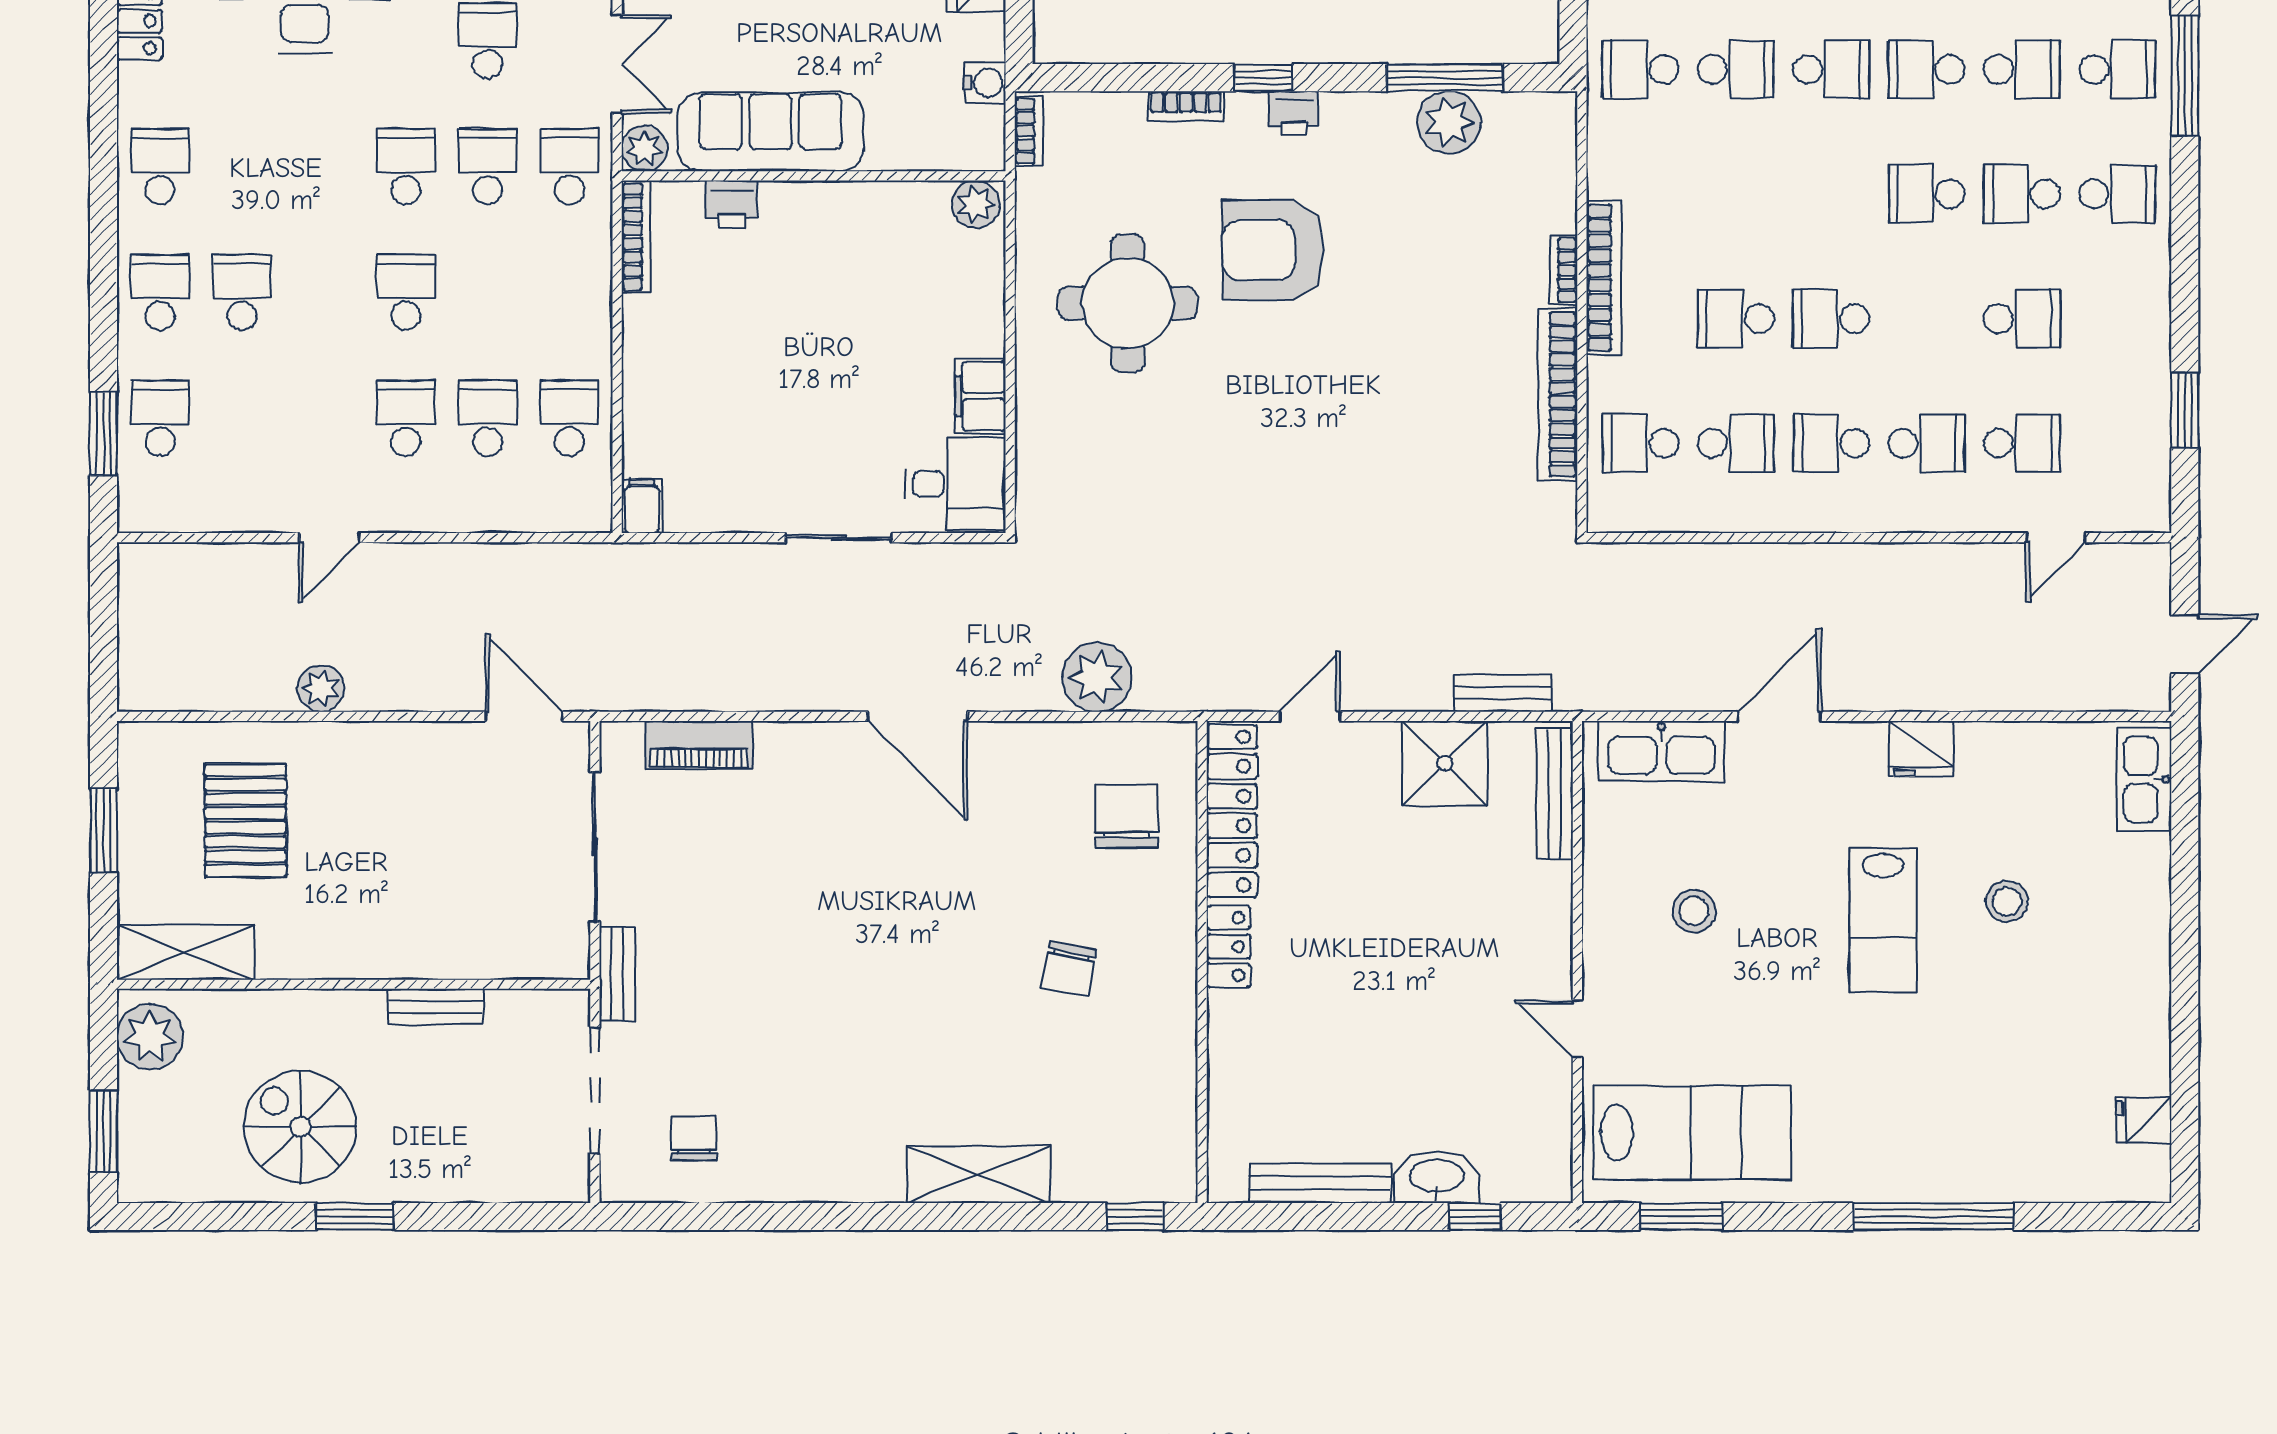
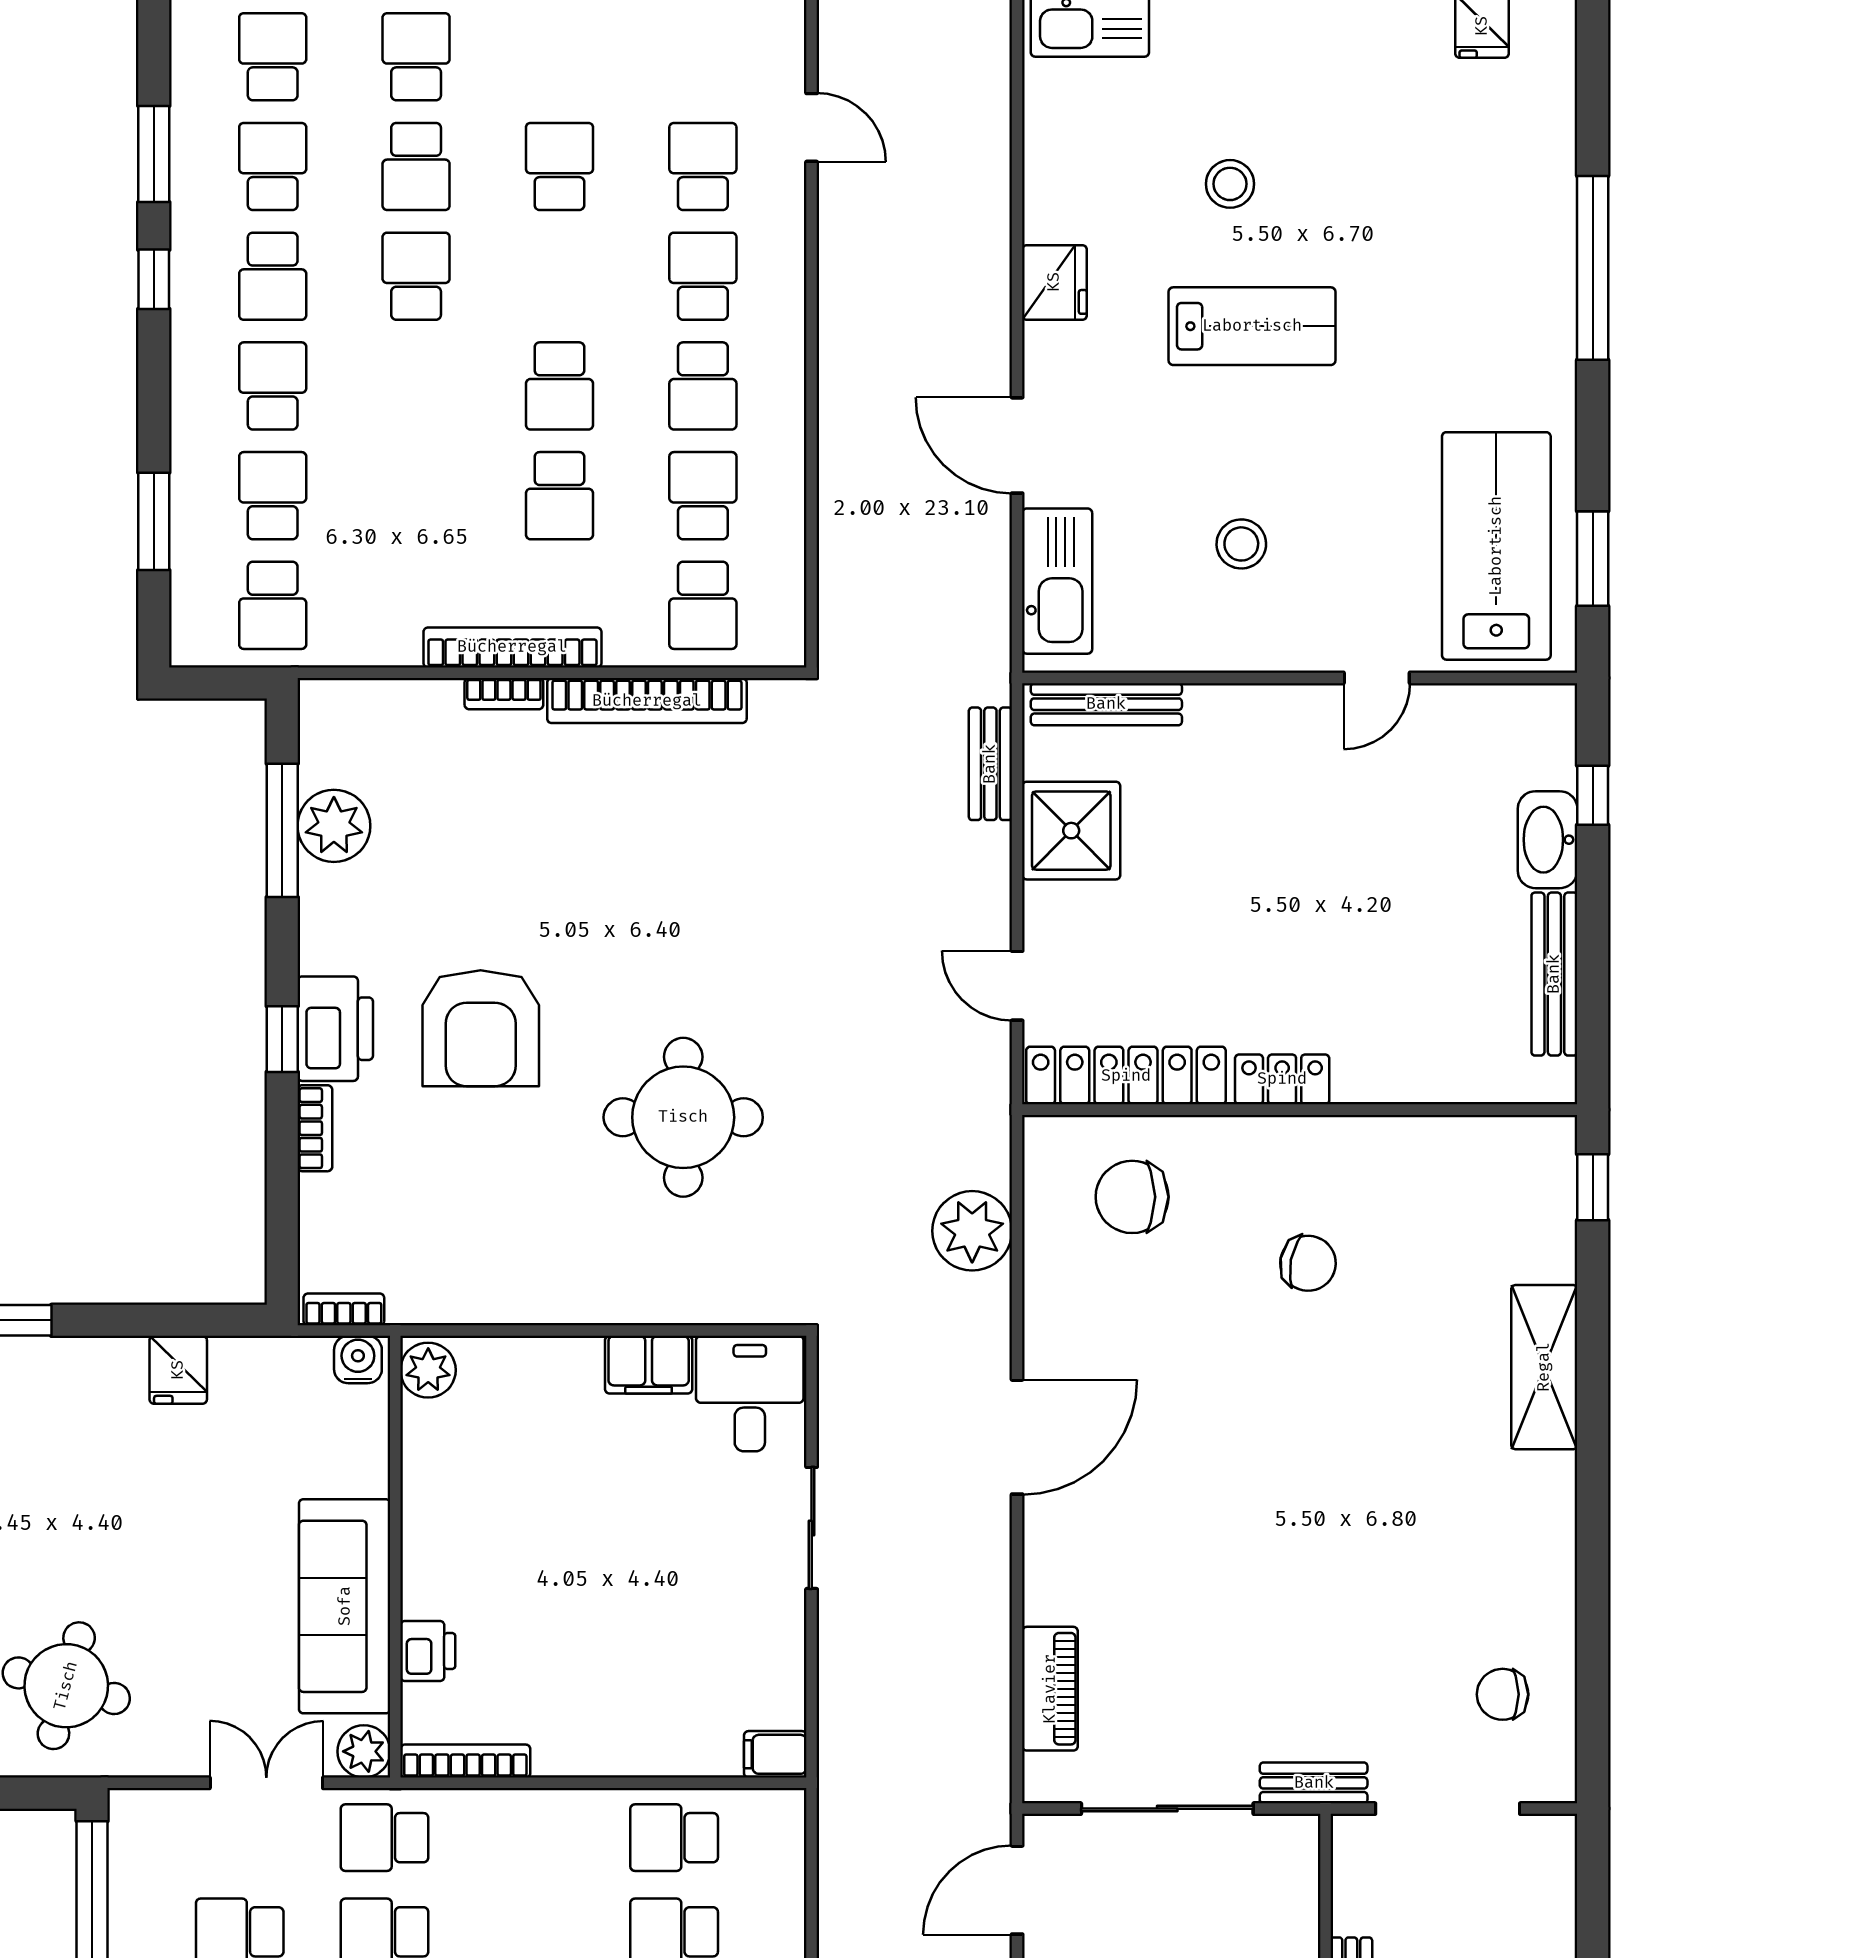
water cooler: (985, 83) -> (358, 1360), moved
printer: (1294, 113) -> (335, 1029), width x1.87, depth x1.48
school desk: (1927, 194) -> (416, 276), turned 180
round table: (1128, 303) -> (683, 1117), moved

